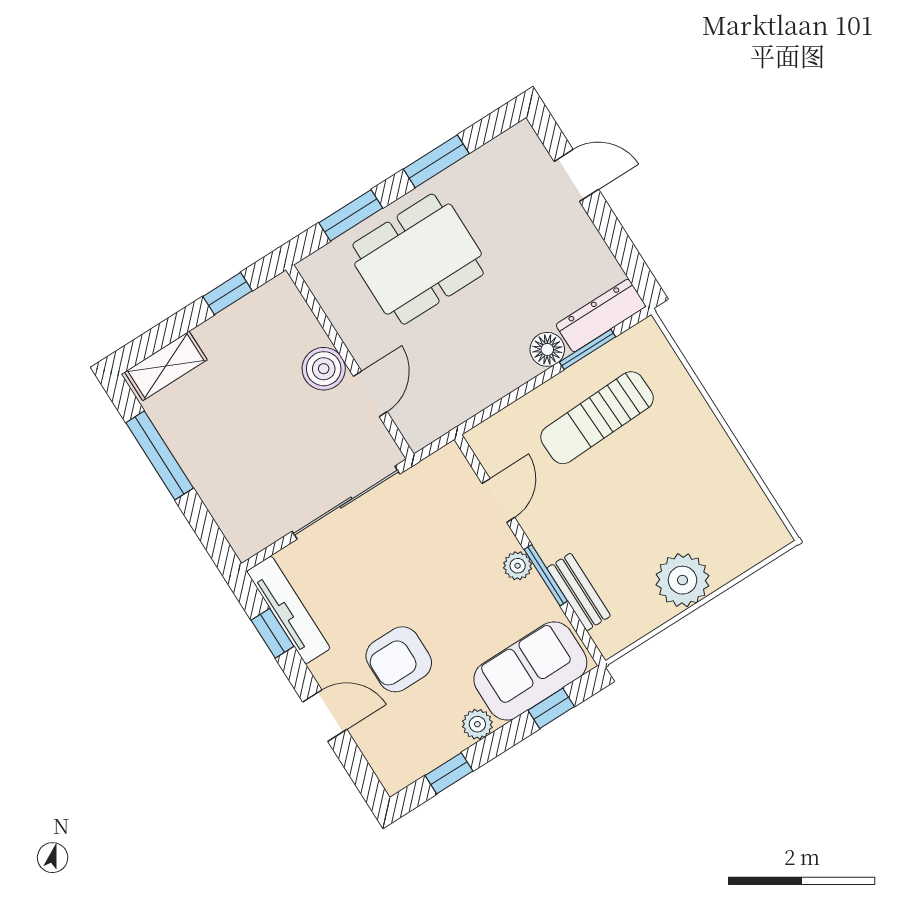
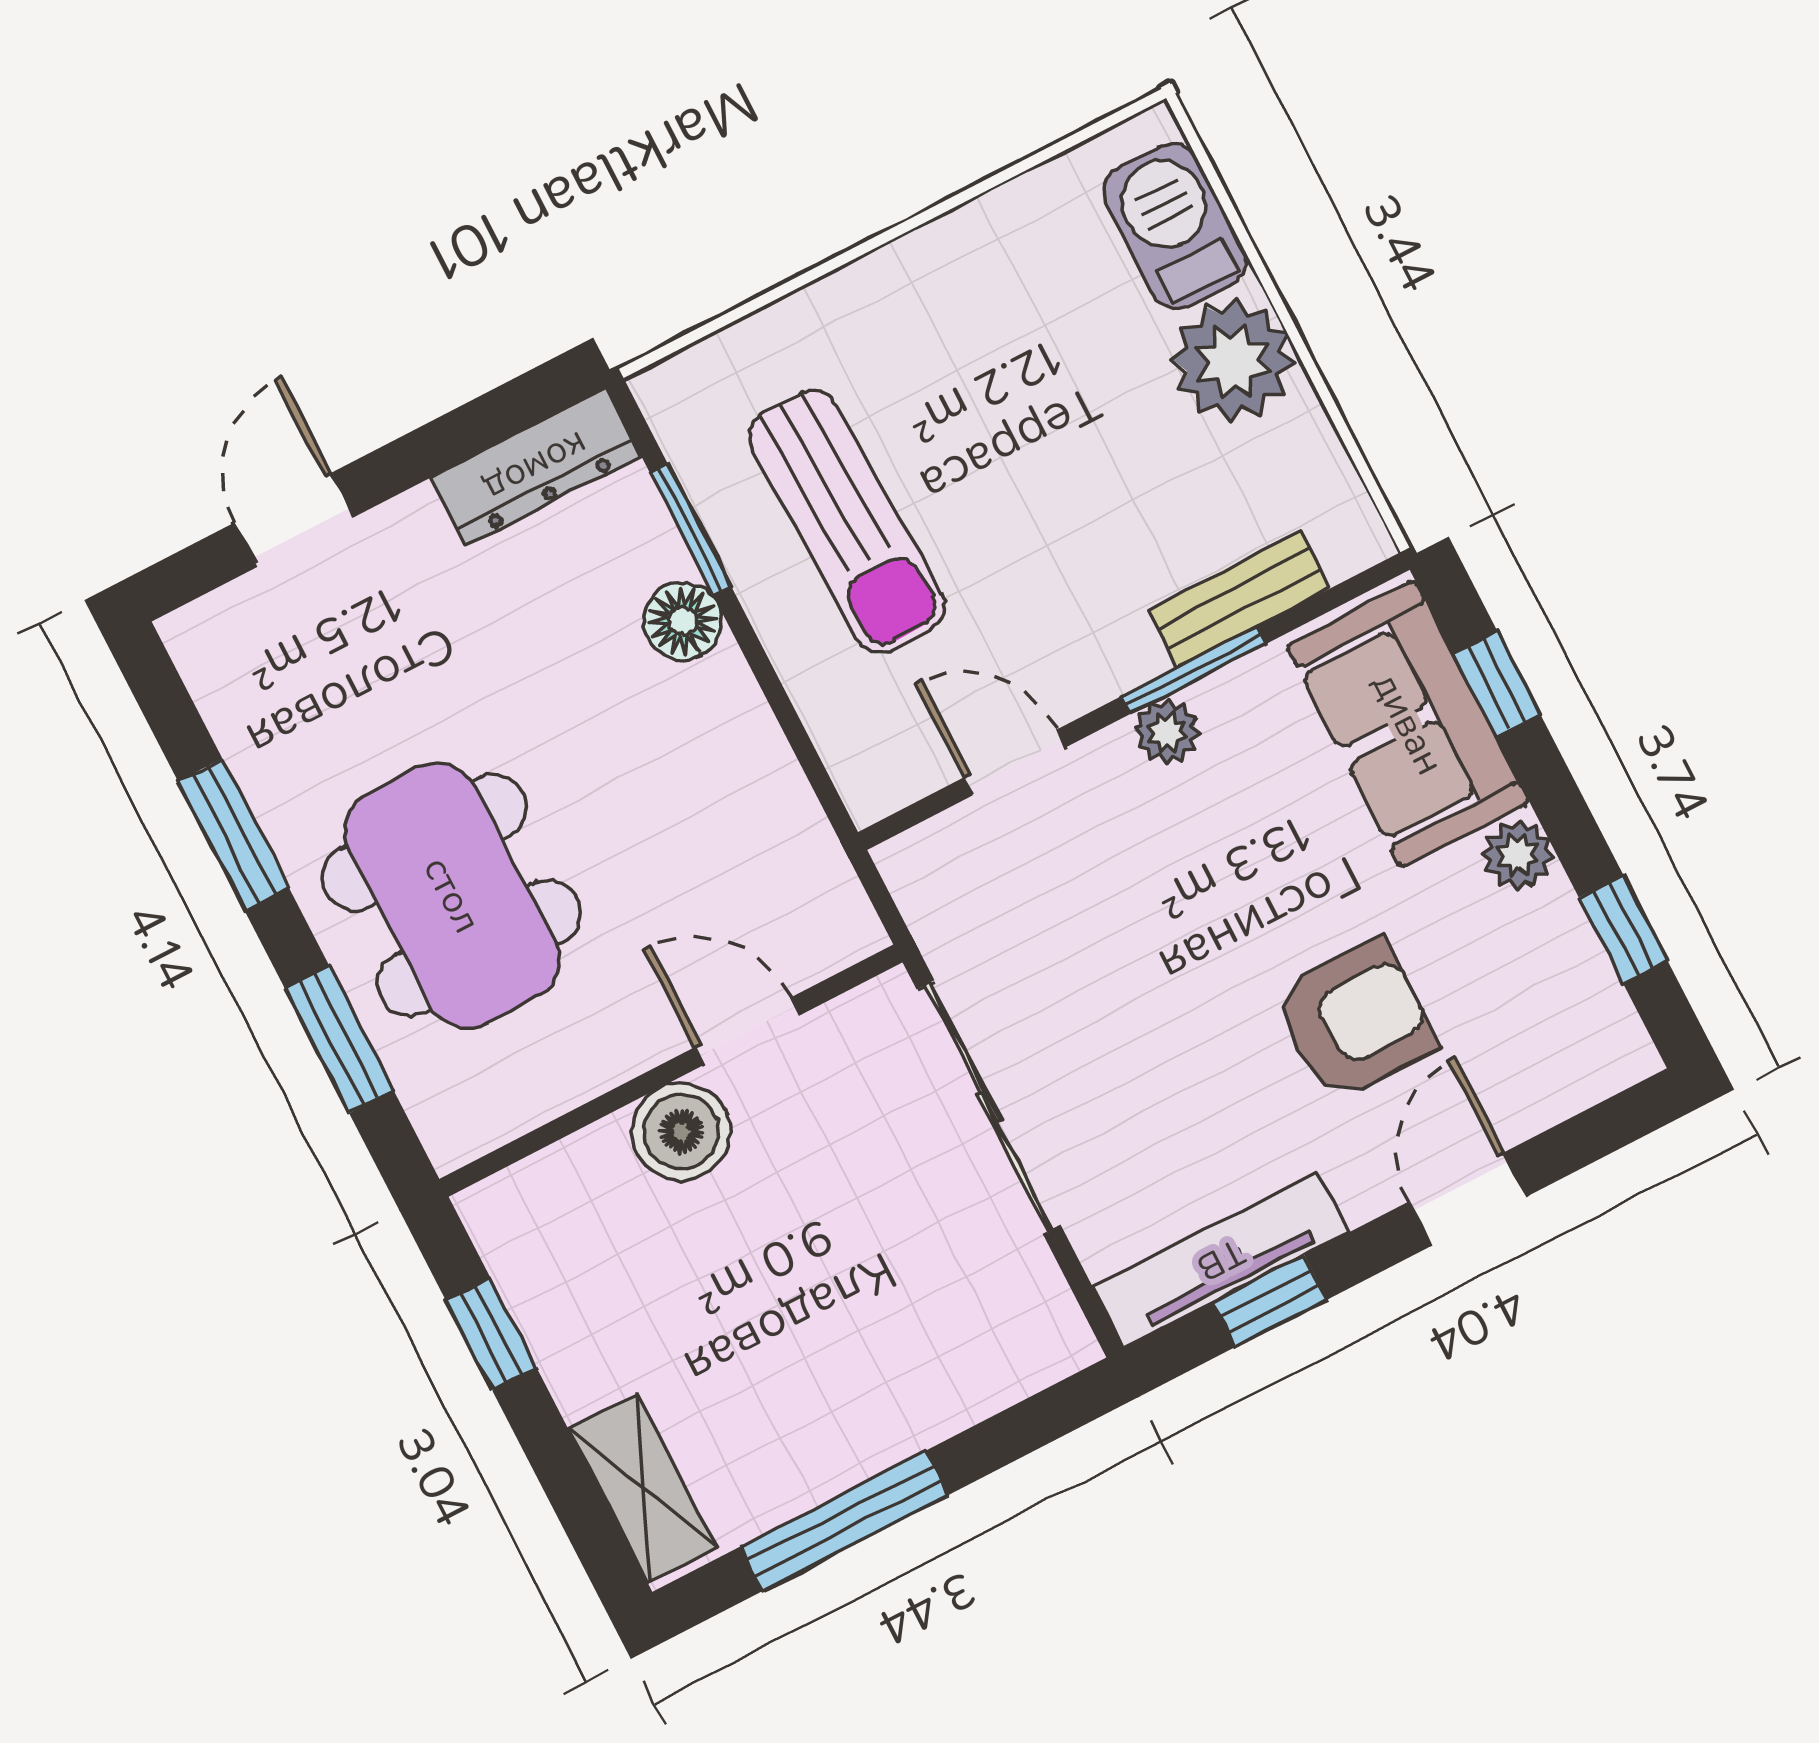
dresser: (601, 316) -> (536, 467), moved, turned -90
barbecue: (739, 550) -> (1175, 226), added
armchair: (399, 659) -> (1355, 1020), turned -90

